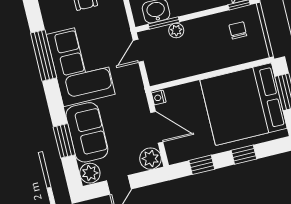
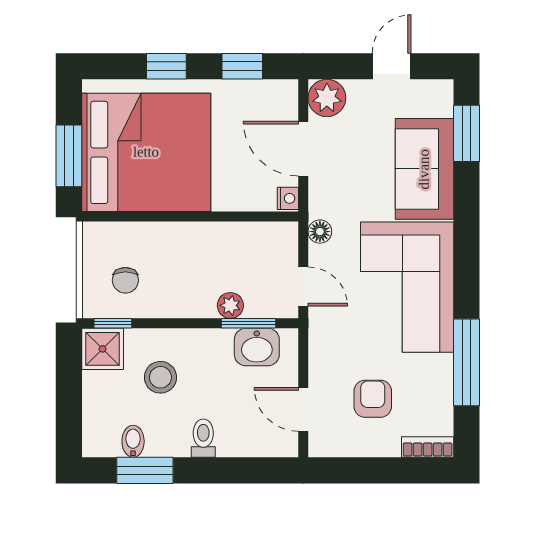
door: (138, 51) -> (303, 287), hinge flipped
window: (44, 55) -> (467, 362), moved
floor lamp: (136, 83) -> (320, 232), added
window: (64, 141) -> (467, 133), moved
plant: (90, 173) -> (436, 98), removed

